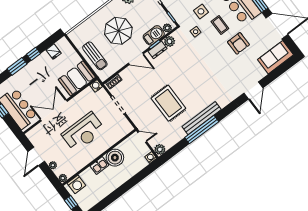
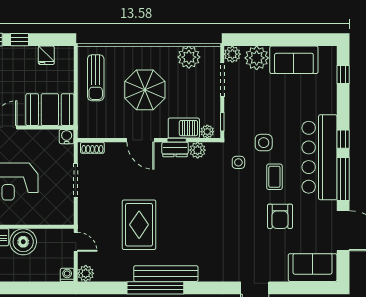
sun lounger: (95, 56) -> (96, 78), moved

